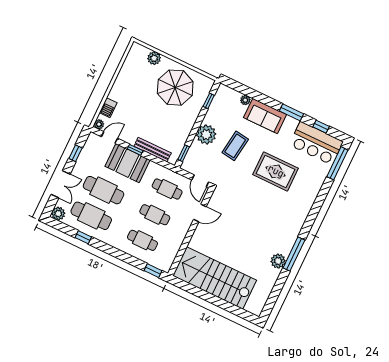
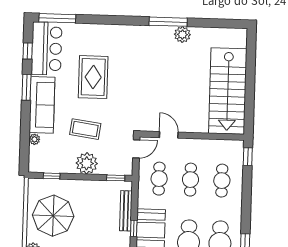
sofa: (265, 116) -> (42, 105), width x1.36

